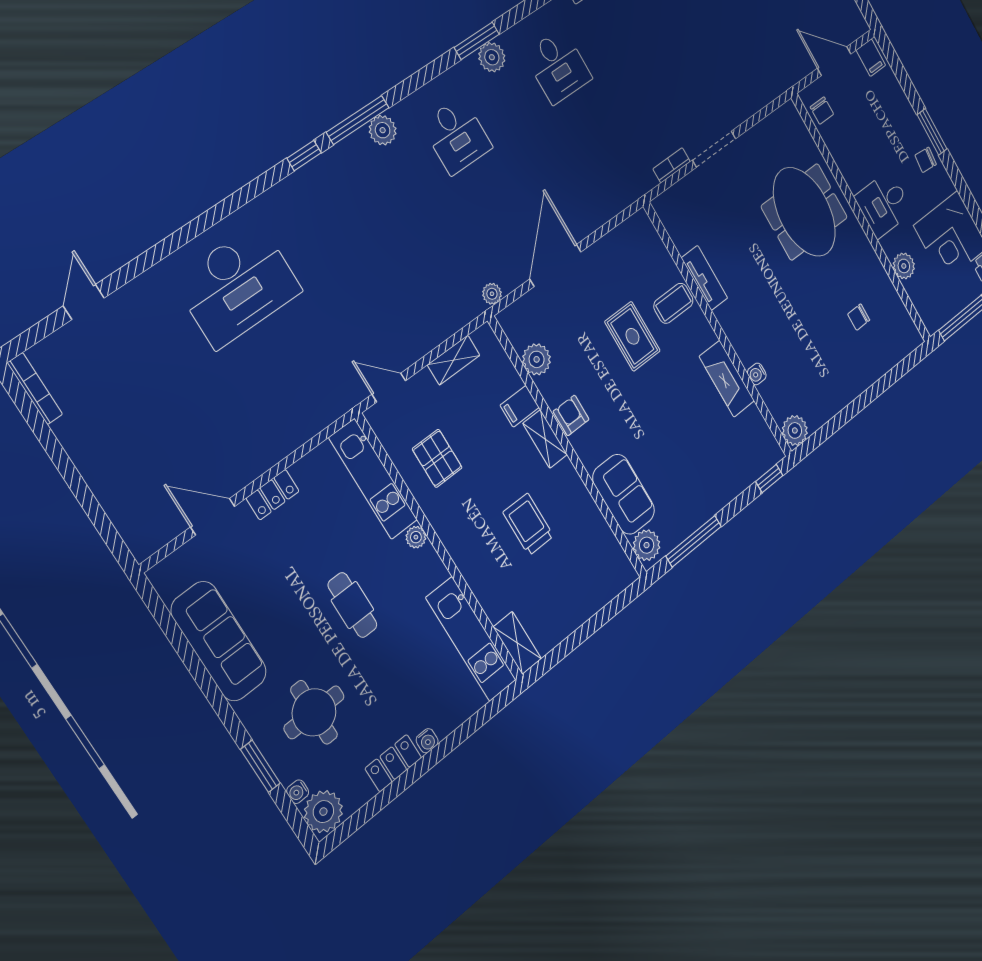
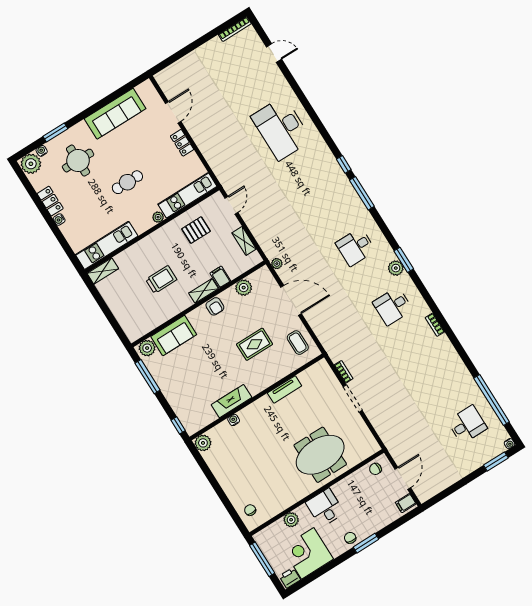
plant: (383, 130) -> (357, 206), removed
coffee table: (673, 303) -> (298, 343), moved
chair: (859, 317) -> (250, 510), moved
armchair: (571, 415) -> (215, 306), turned 90

